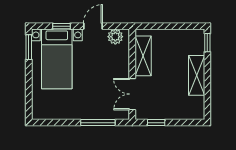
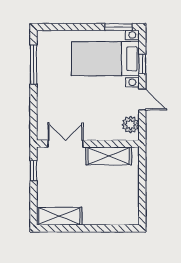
window: (207, 43) -> (124, 228), removed
shelving: (197, 75) -> (59, 216), moved
window: (98, 123) -> (33, 65), moved

